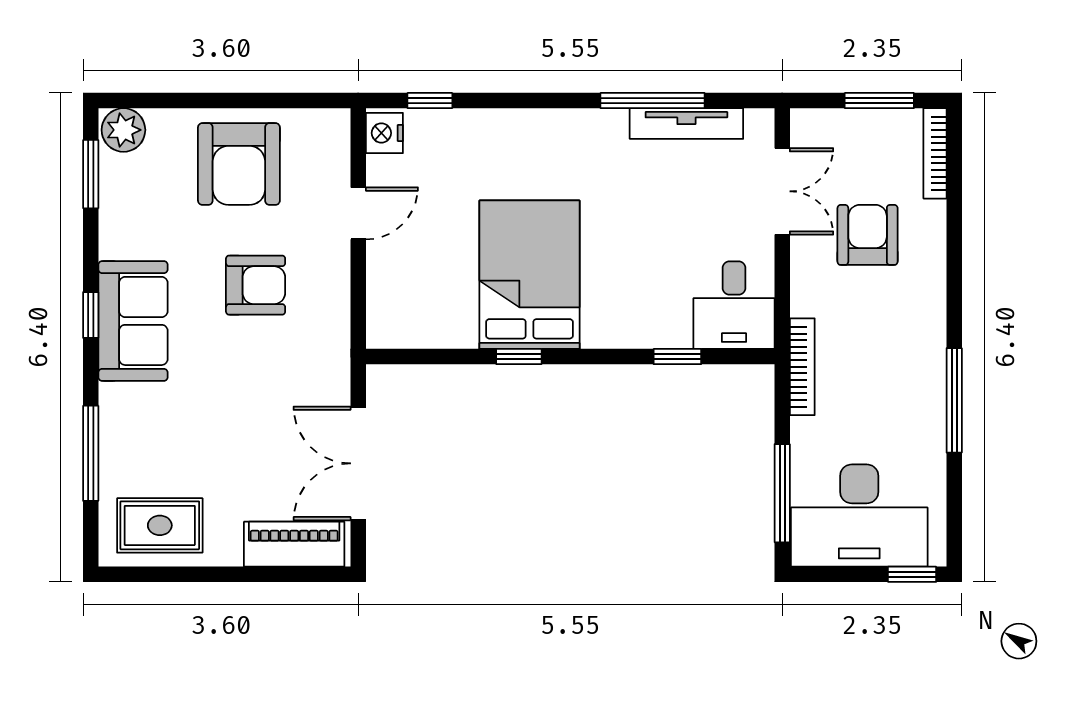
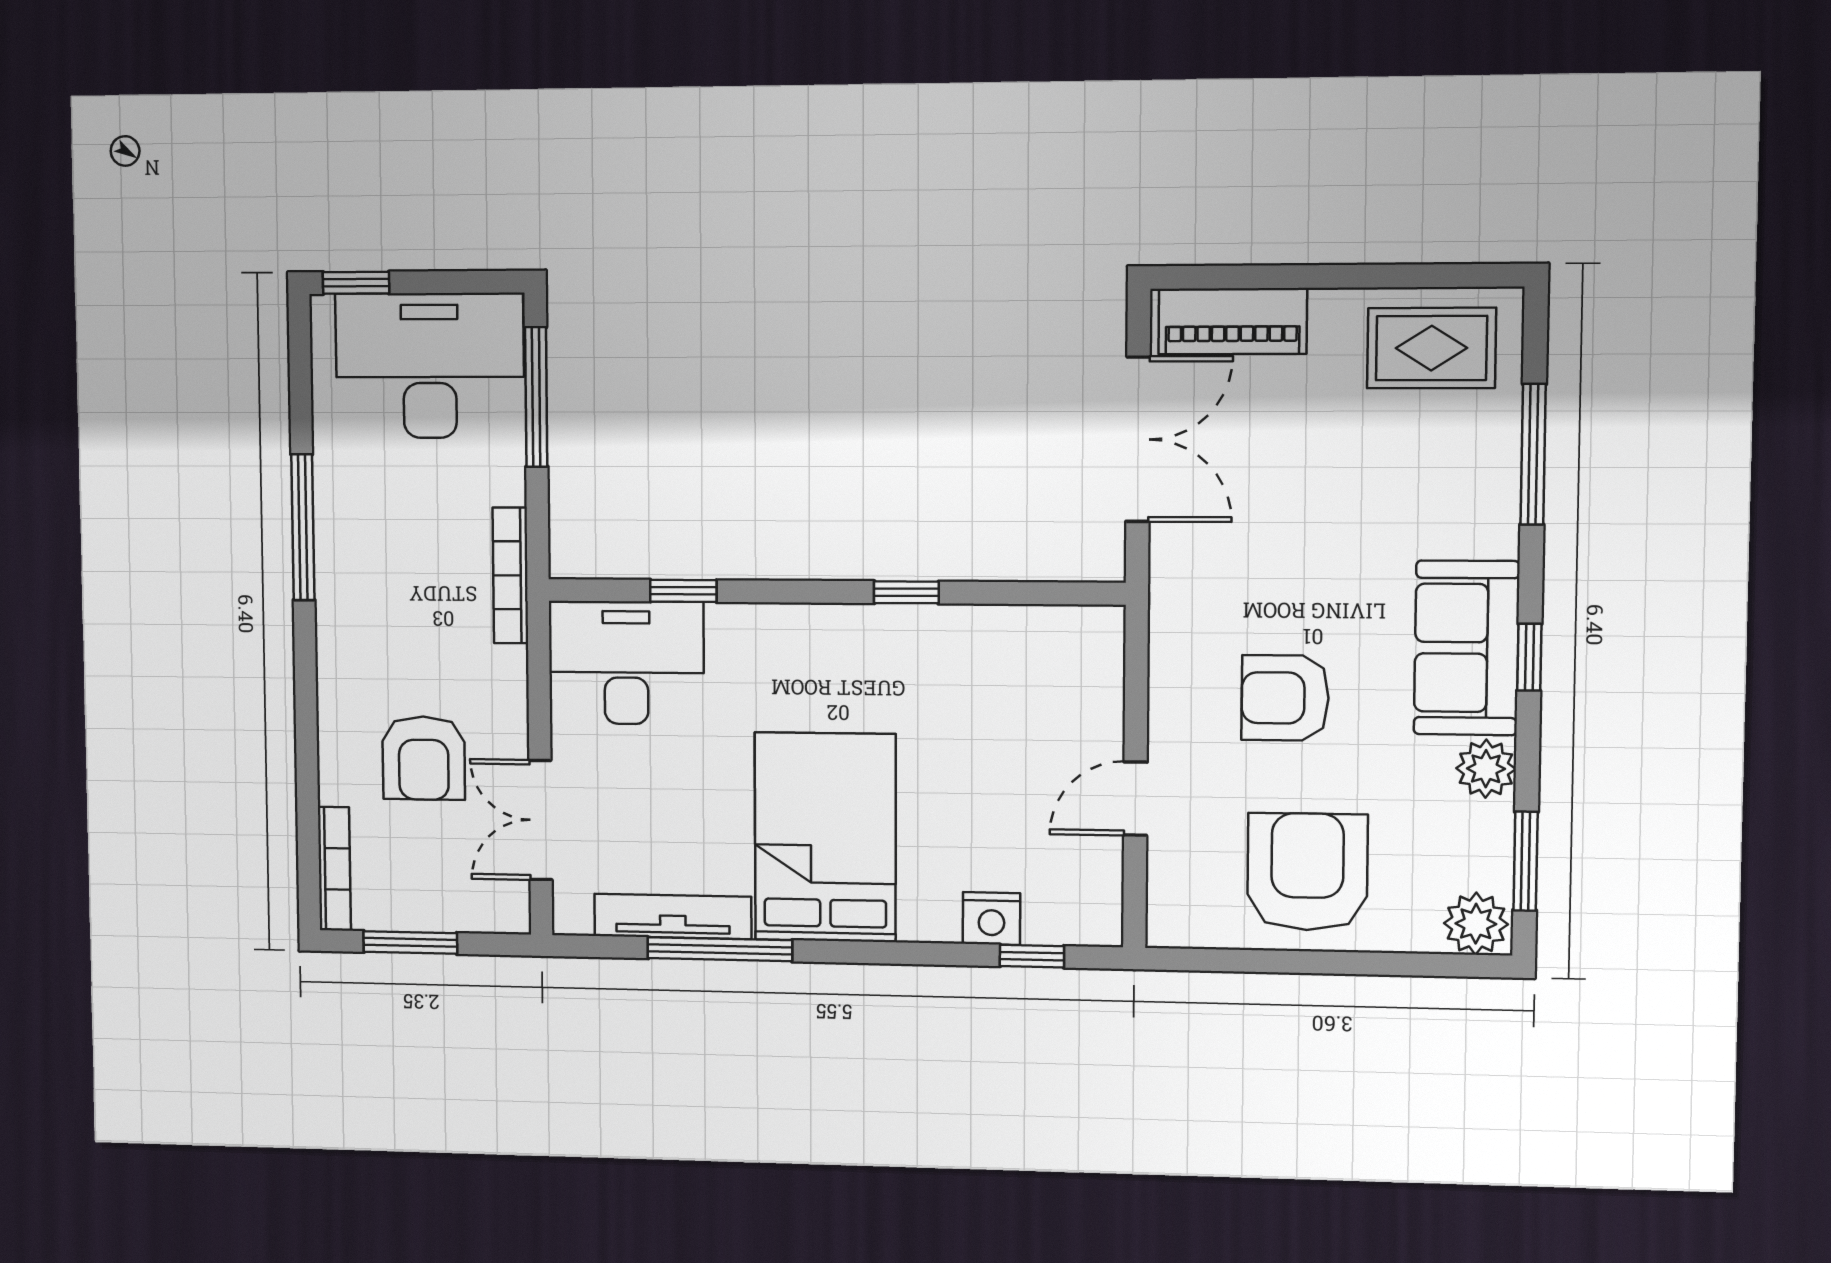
nightstand: (384, 133) -> (992, 918), moved, turned 90
plant: (119, 238) -> (1486, 769), added
bed: (529, 275) -> (825, 837), moved, turned 180
desk: (734, 305) -> (626, 663), width x1.37

